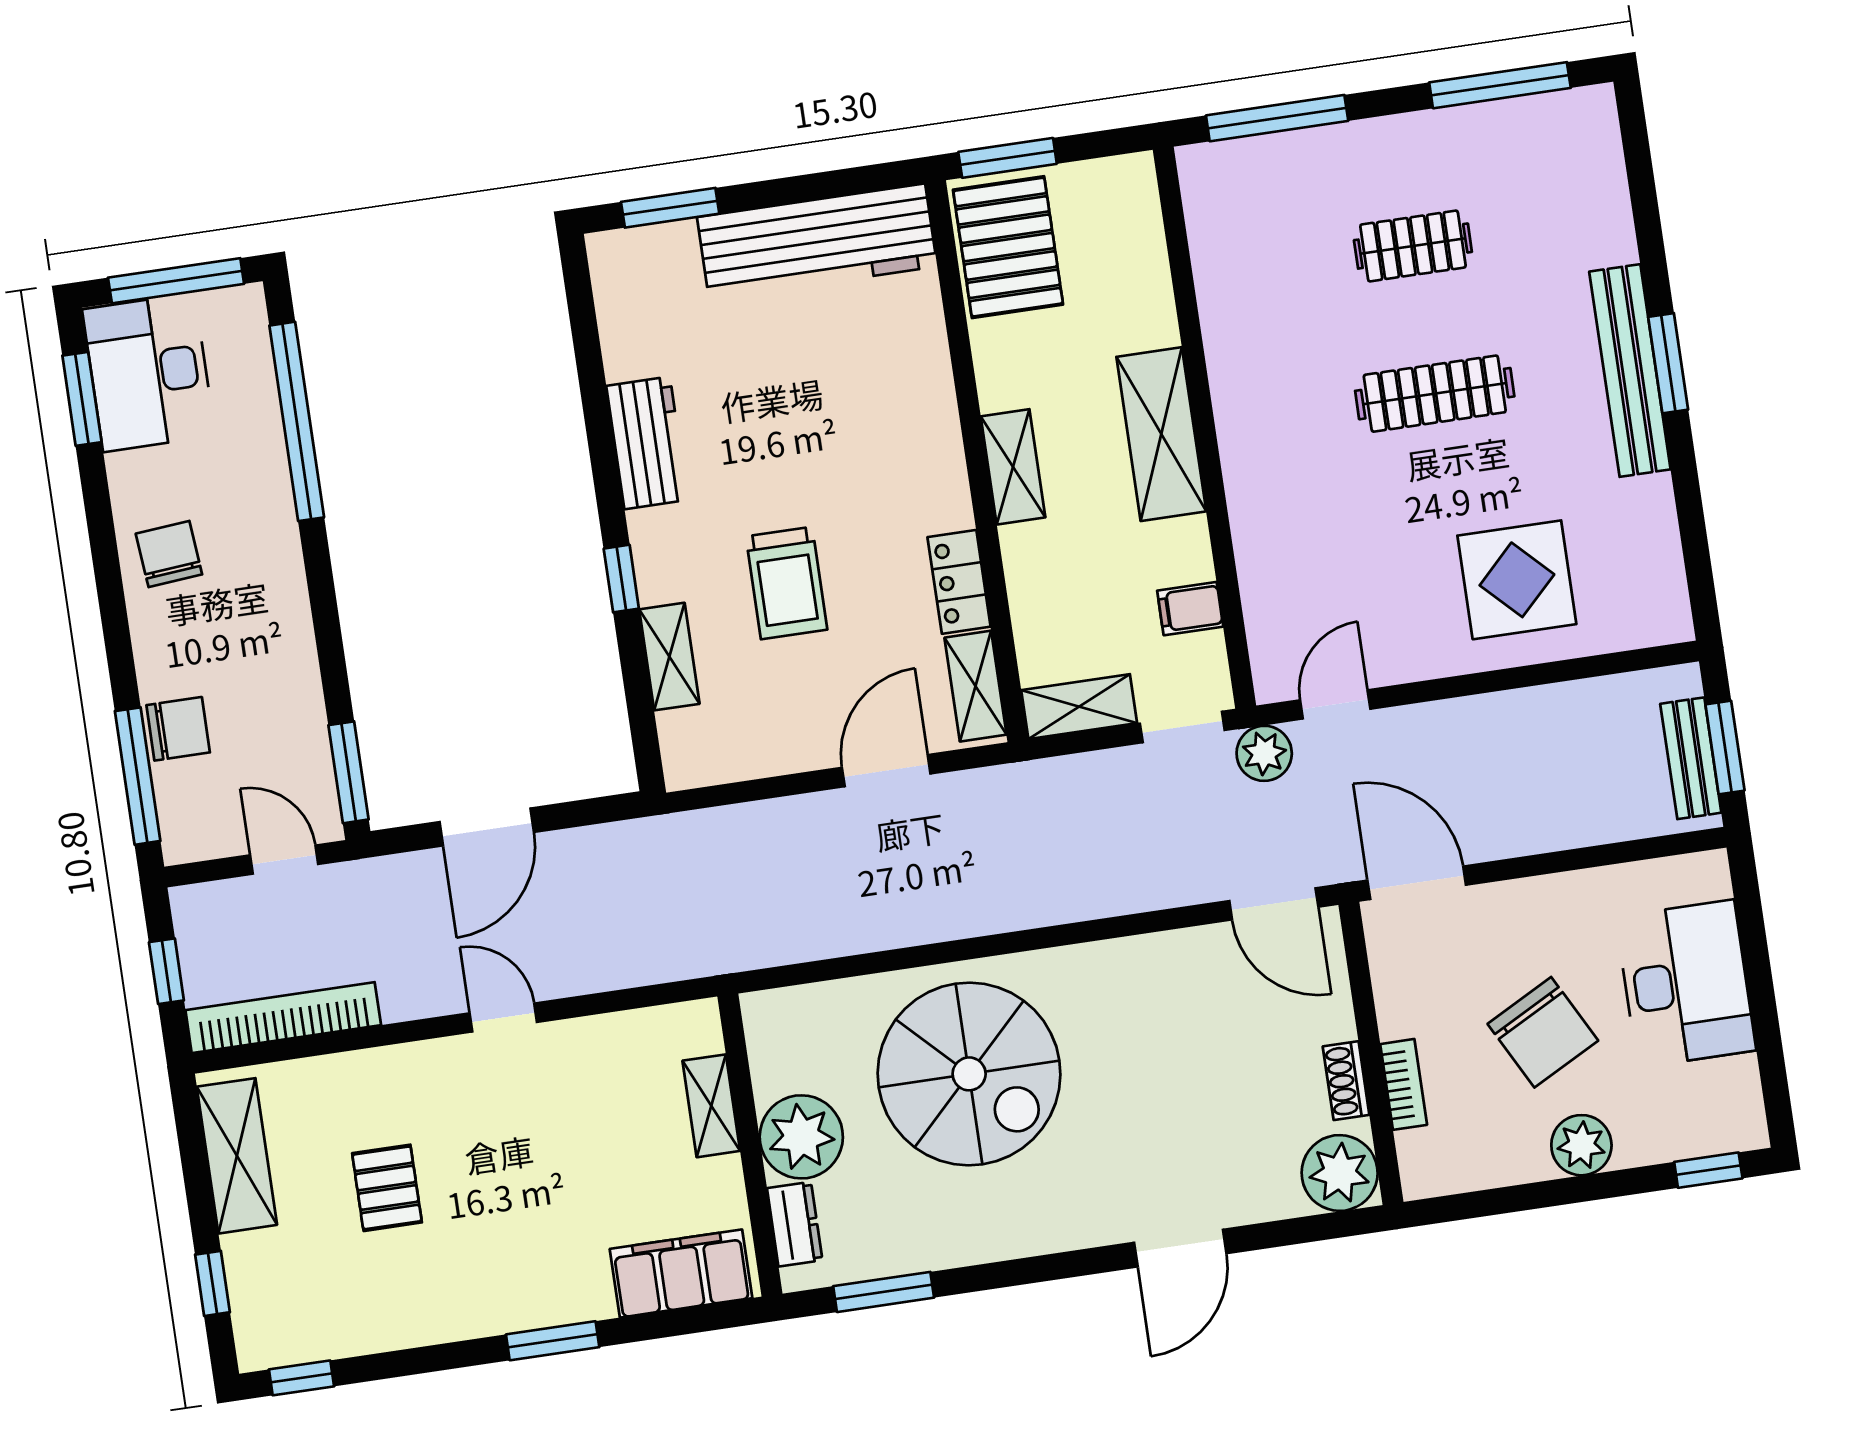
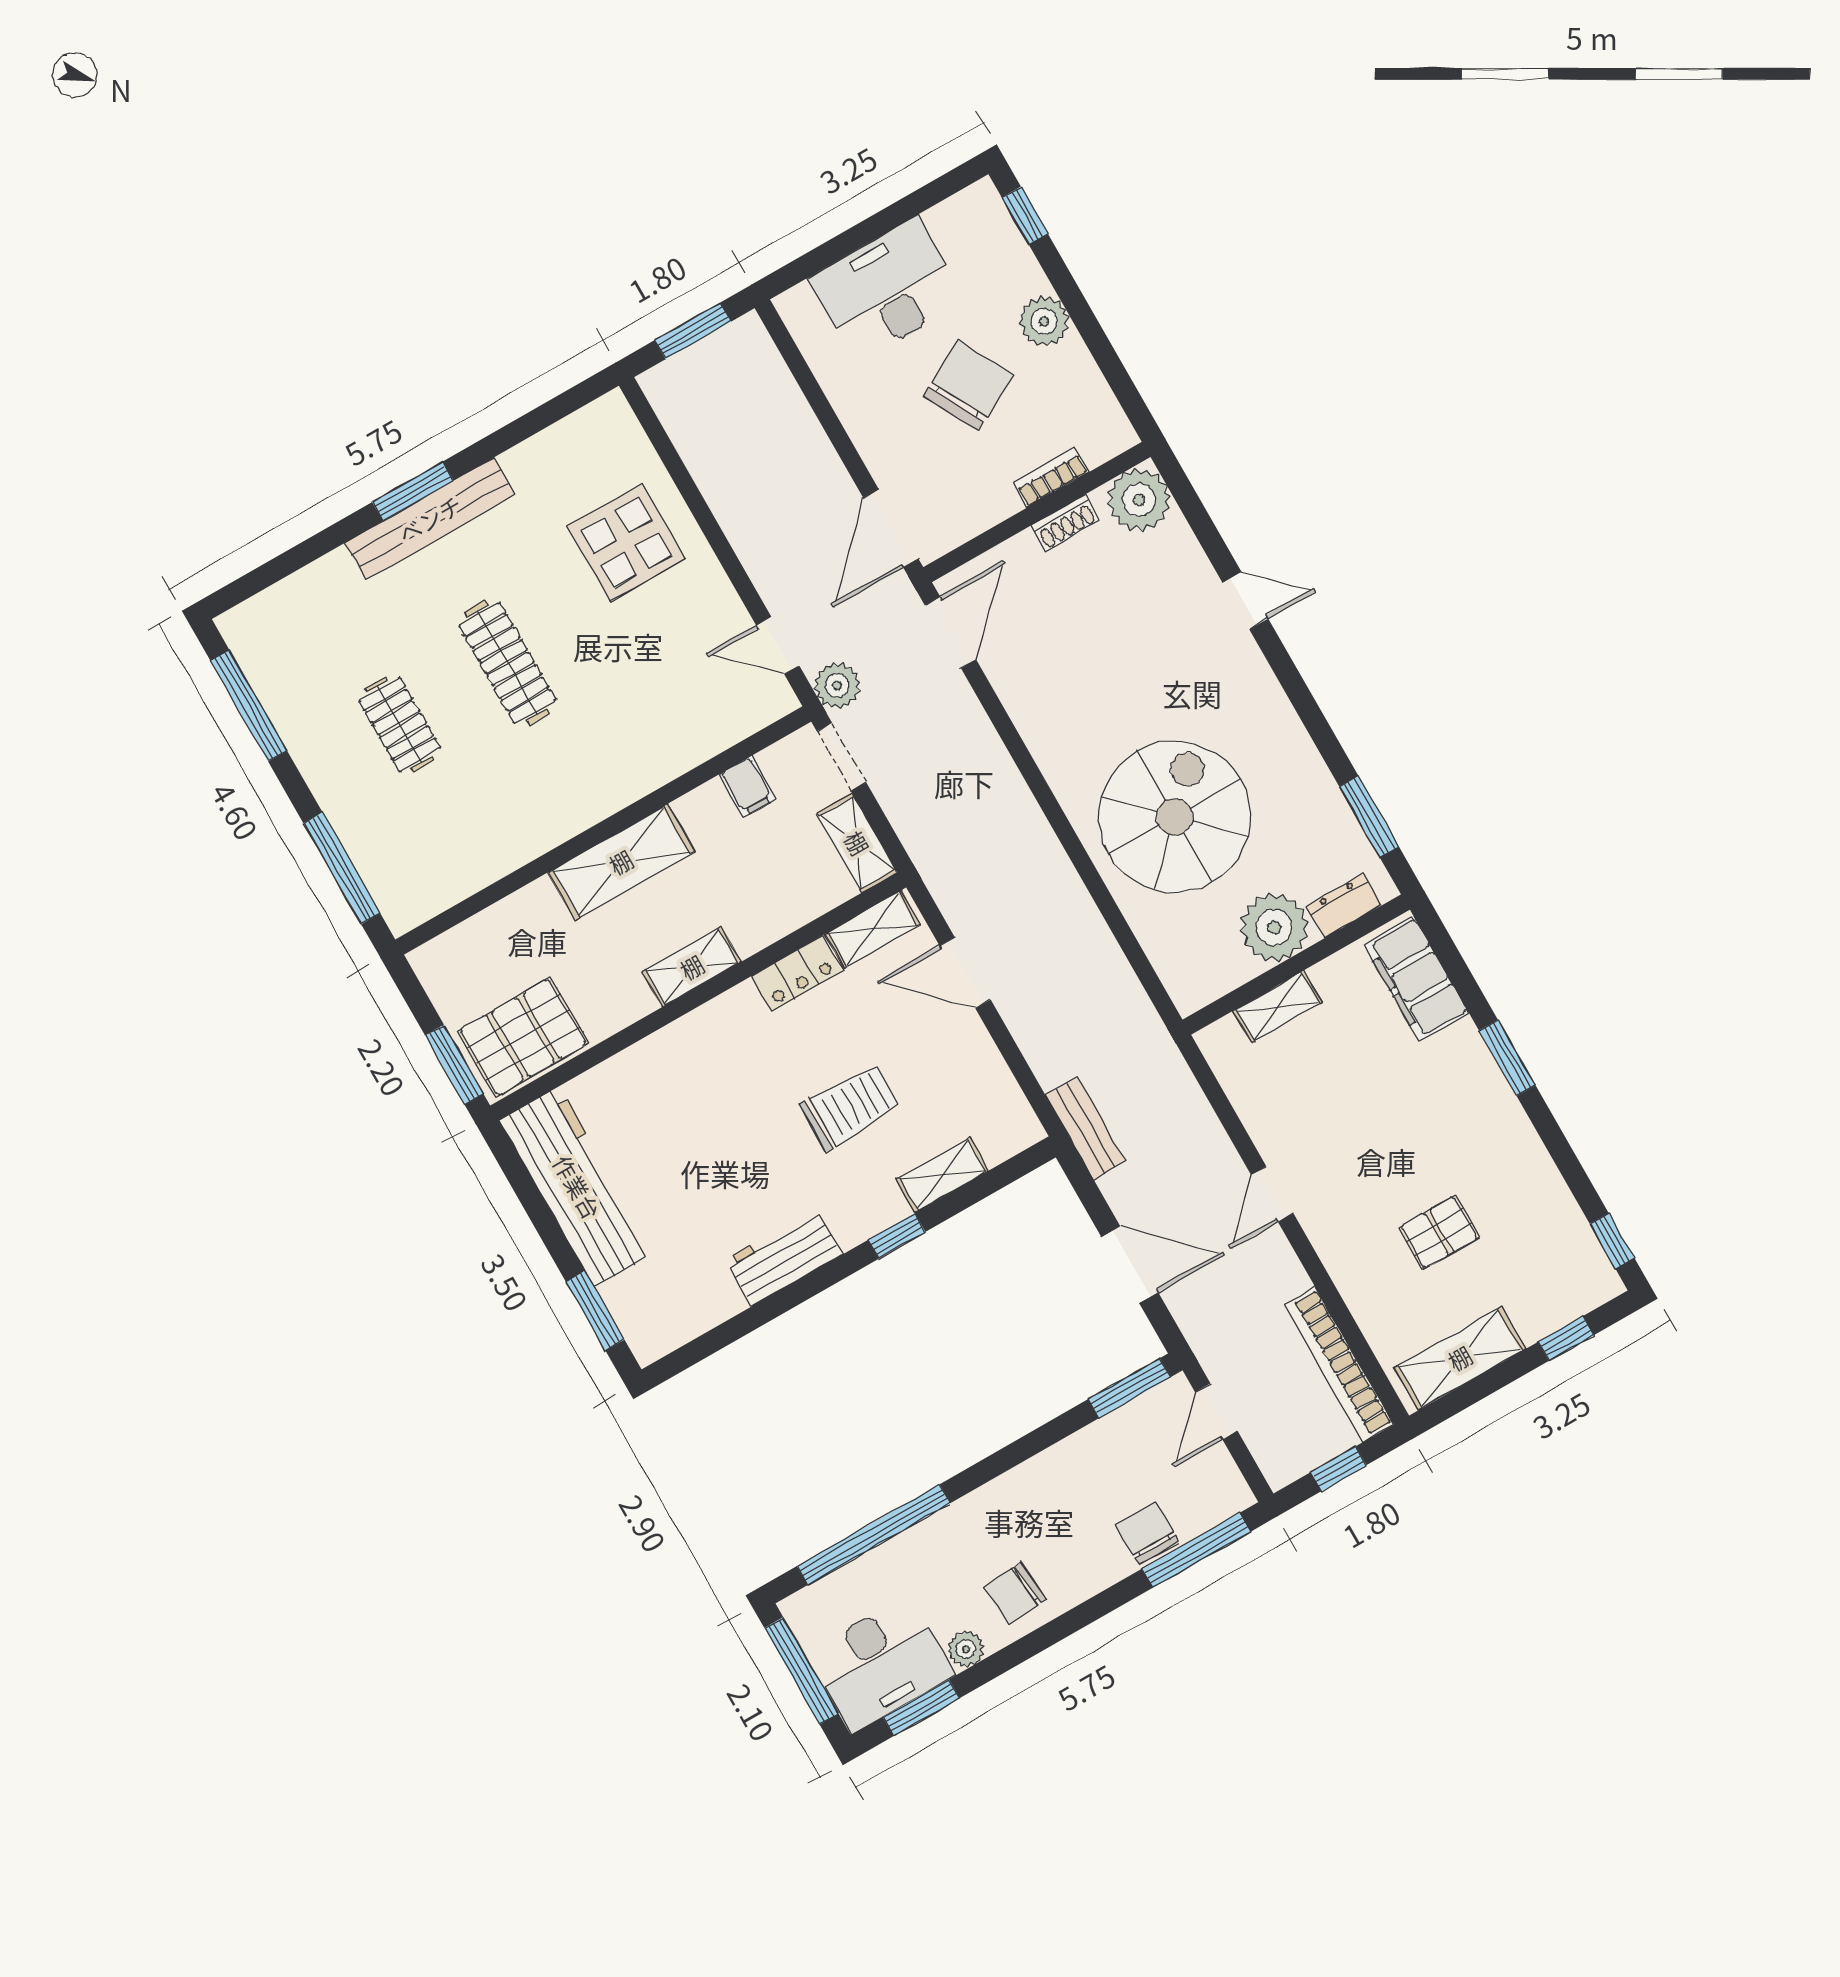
plant: (128, 475) -> (966, 1649), added
bench: (1691, 758) -> (1086, 1128), moved, turned 90
door: (1180, 1248) -> (1245, 600), width x0.73

